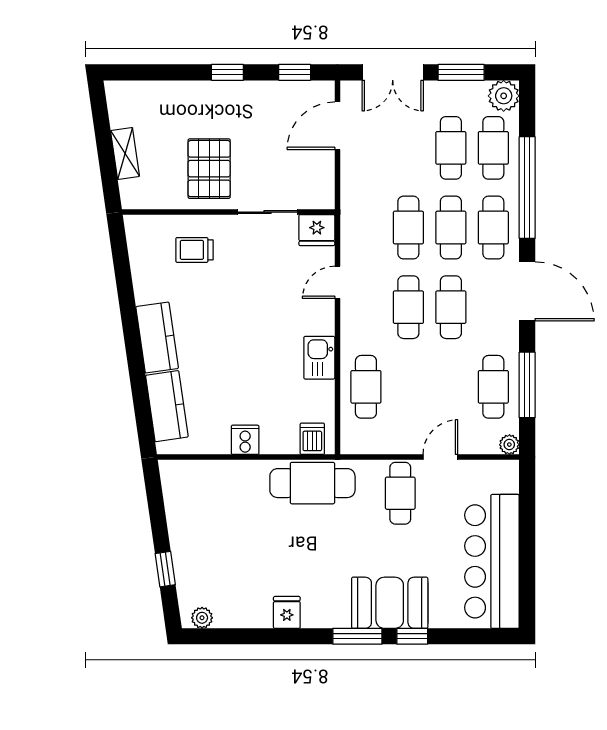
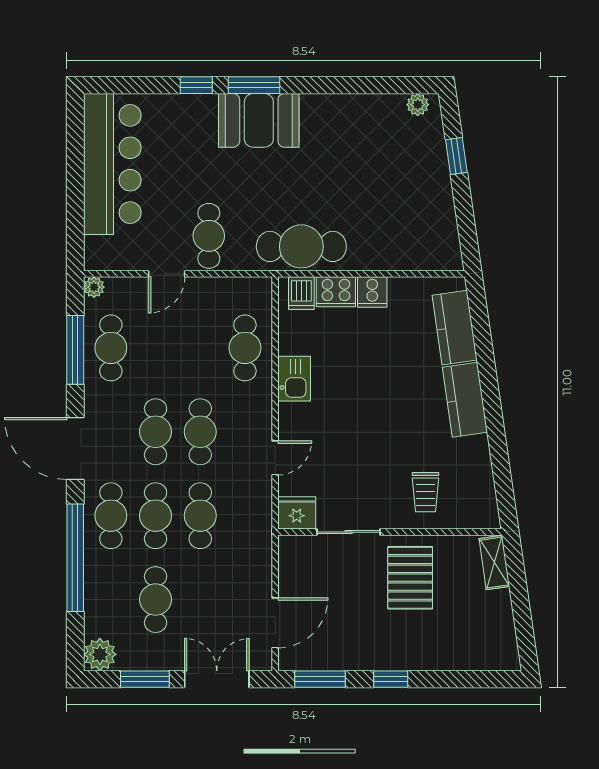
window: (295, 72) -> (320, 679), width x1.50
cafe table: (493, 148) -> (111, 600), removed
shelving: (125, 154) -> (494, 563), moved
trolley: (195, 250) -> (426, 492), turned 90
cooker: (280, 440) -> (336, 292), added
booth: (390, 603) -> (259, 120), moved
fridge: (287, 612) -> (328, 110), removed

